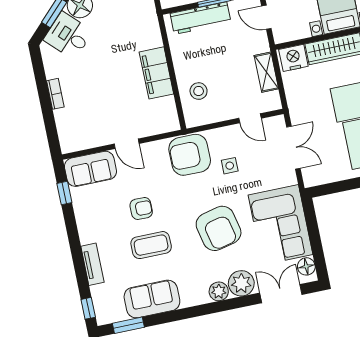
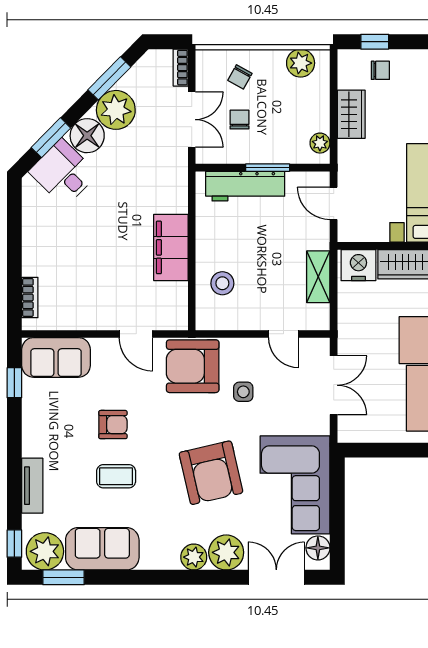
bookcase: (55, 94) -> (30, 297), moved
door: (127, 144) -> (136, 334), moved
coffee table: (151, 245) -> (116, 476), width x0.73, depth x0.77
plant: (111, 309) -> (45, 551), added

